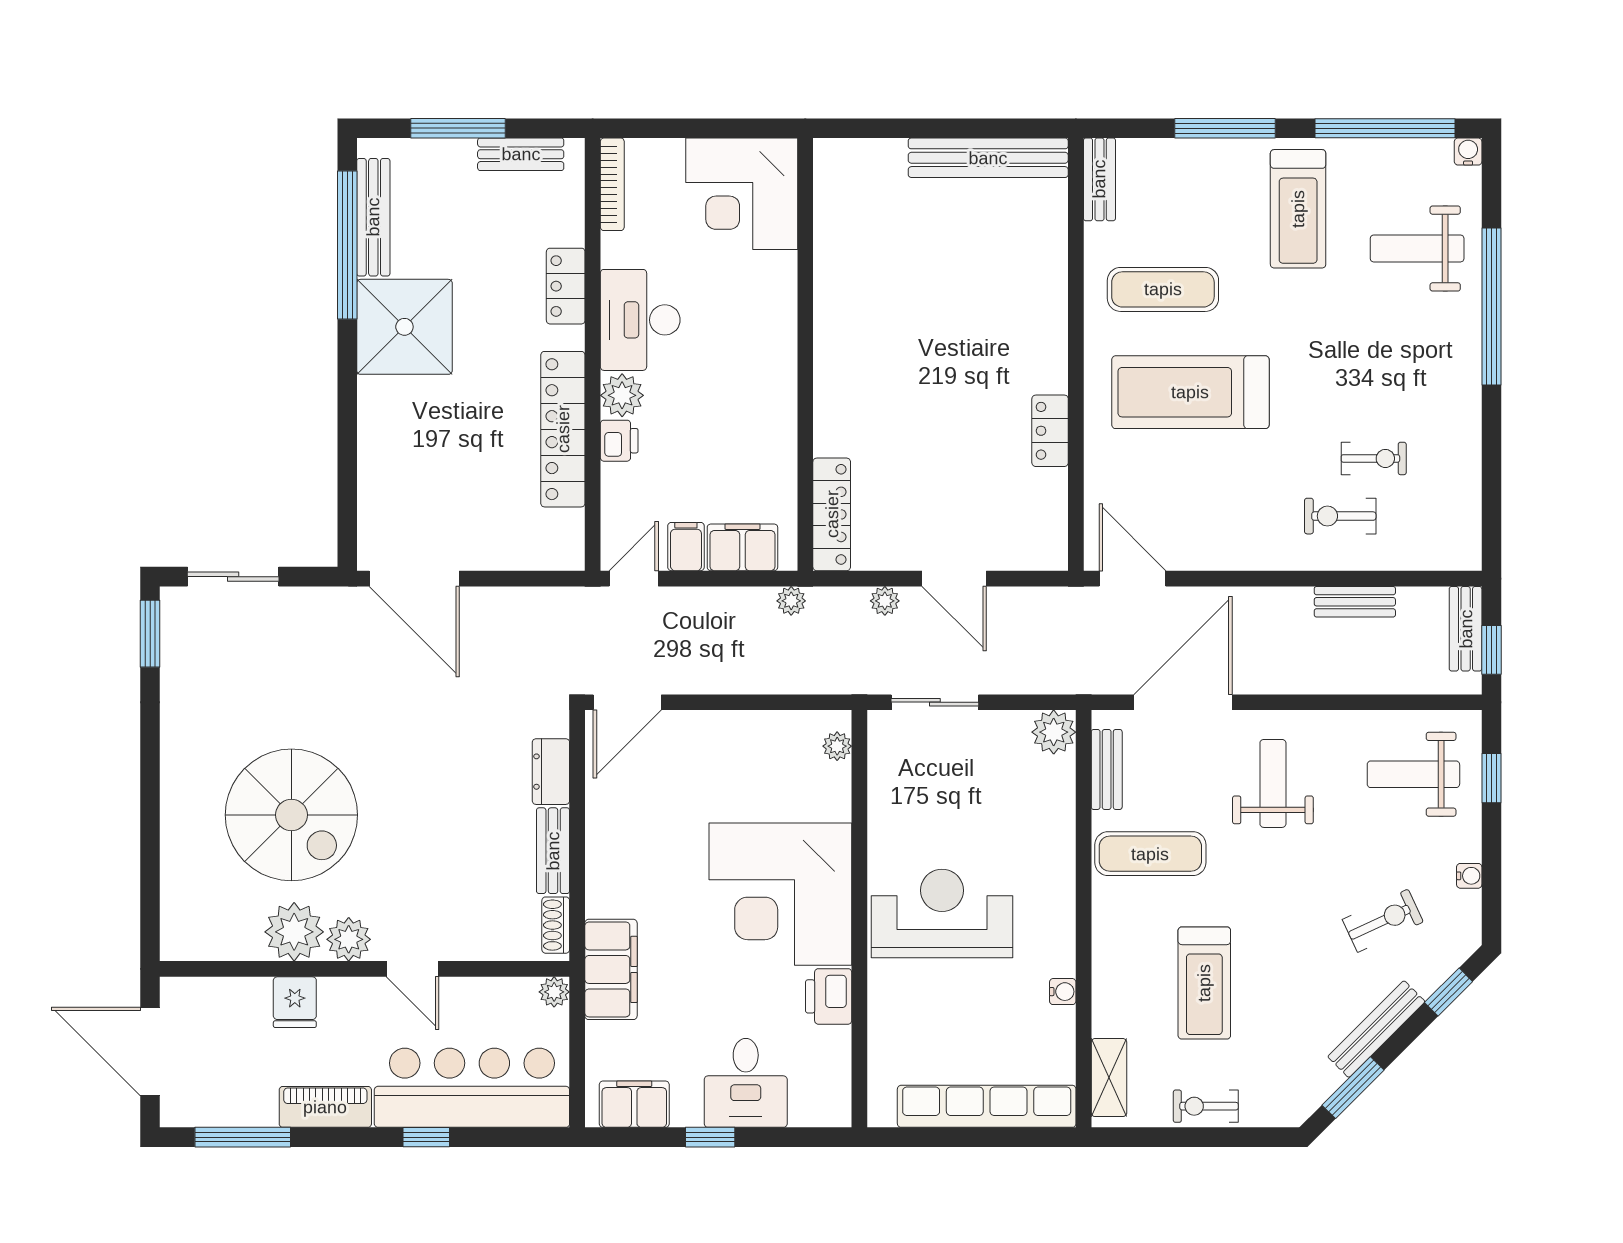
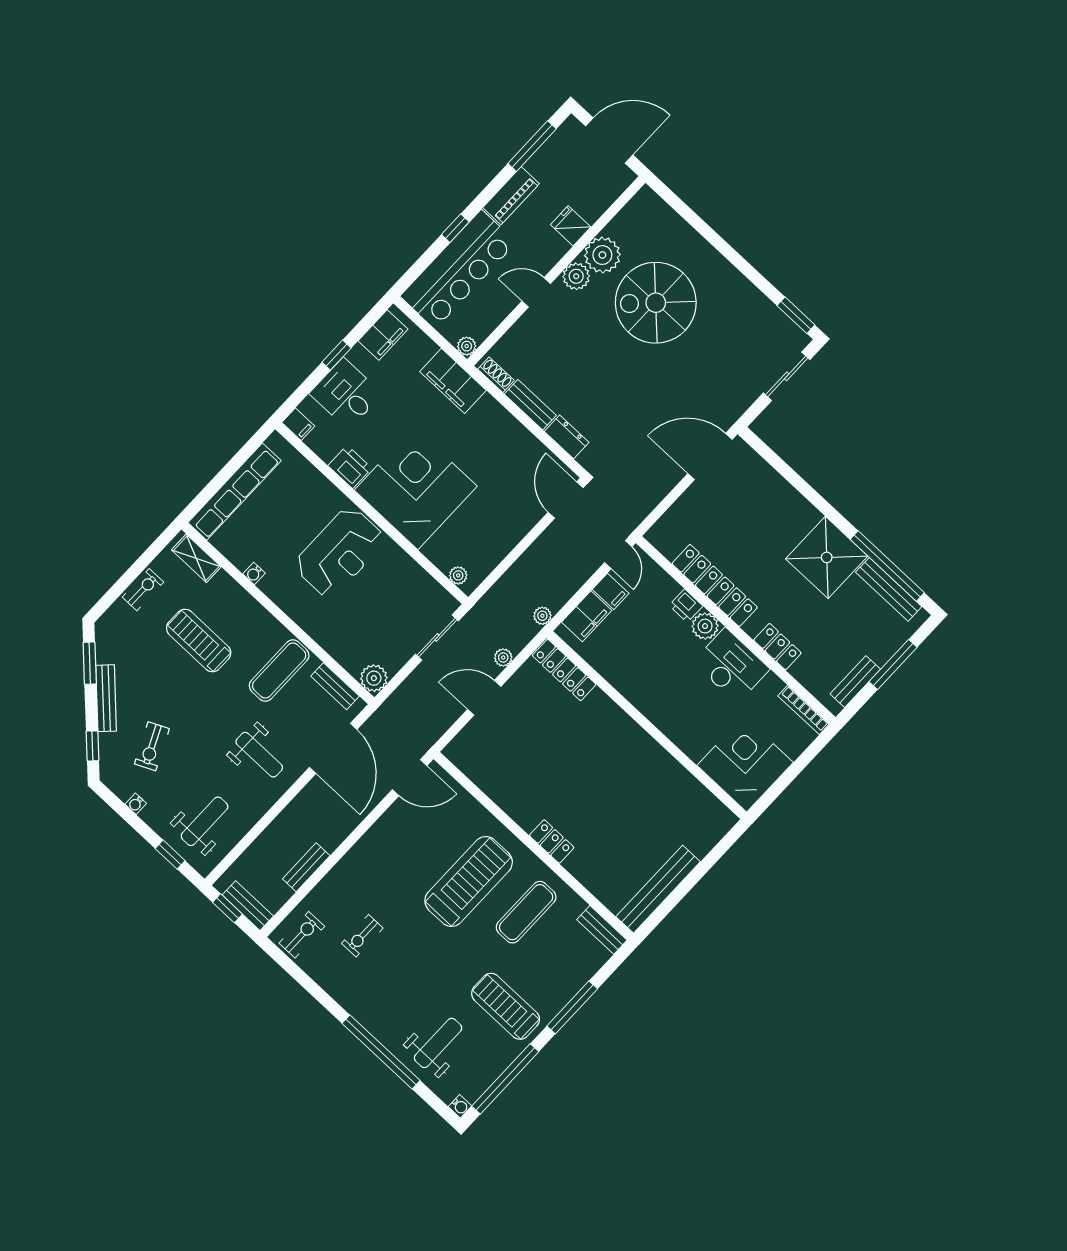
locker: (1050, 431) -> (552, 841), moved
exercise bike: (1340, 516) -> (302, 935), moved
filing cabinet: (835, 1106) -> (298, 424), added

